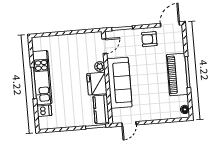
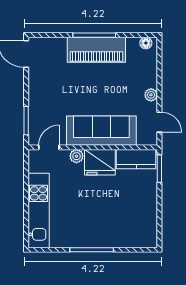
armchair: (149, 39) -> (44, 84), removed
door: (104, 46) -> (49, 147), hinge flipped
kitchen unit: (42, 78) -> (39, 211), moved, turned 90
dishwasher: (44, 111) -> (132, 238), removed
plant: (148, 116) -> (151, 95), added

